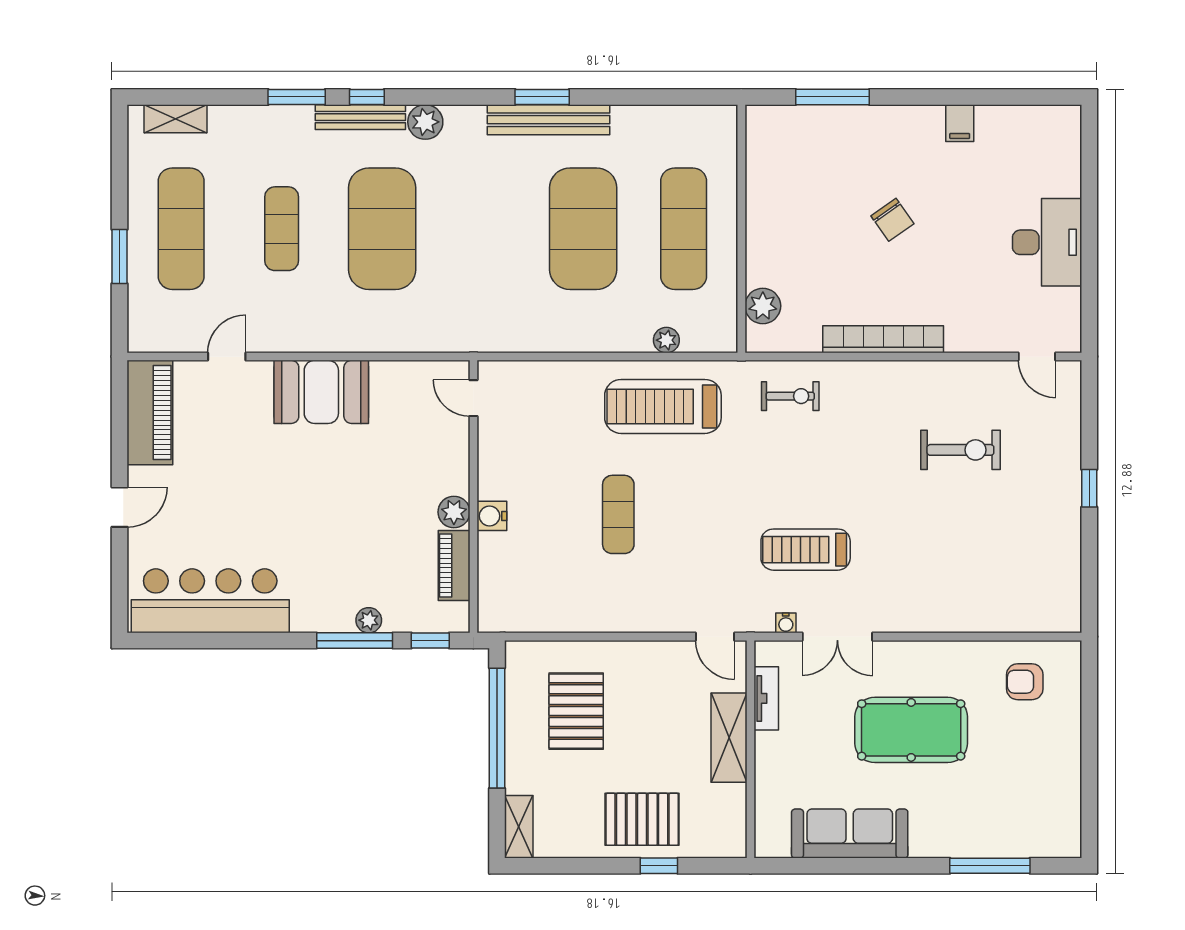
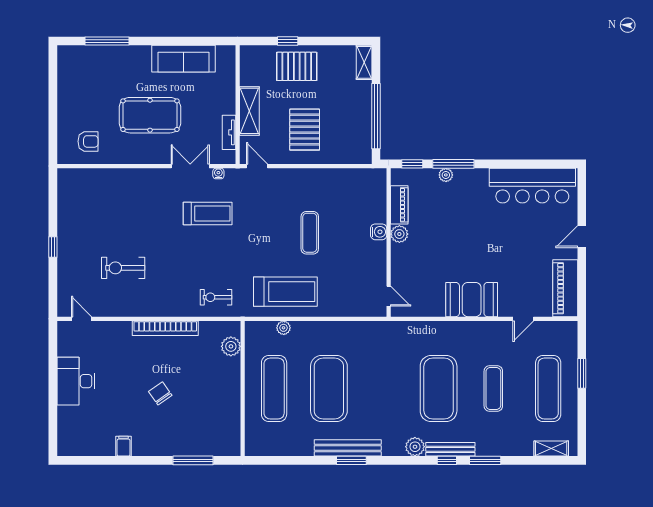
pallet: (576, 711) -> (305, 130), moved

